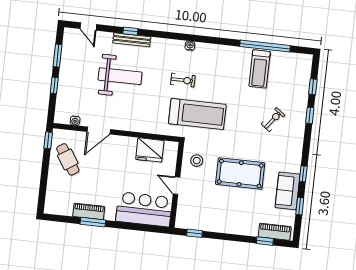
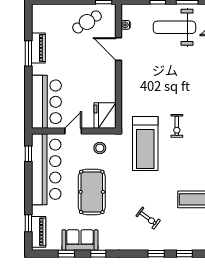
weight bench: (120, 76) -> (174, 27), moved, turned 90
fridge: (150, 150) -> (105, 116), moved
bar counter: (212, 217) -> (46, 169), added

